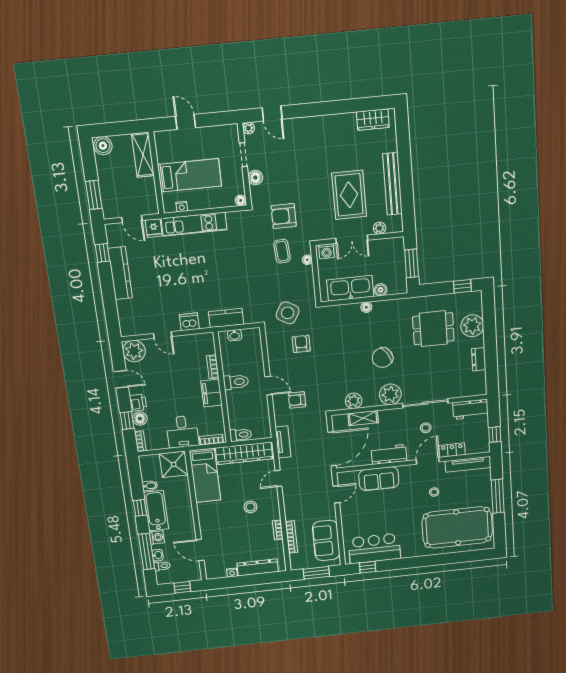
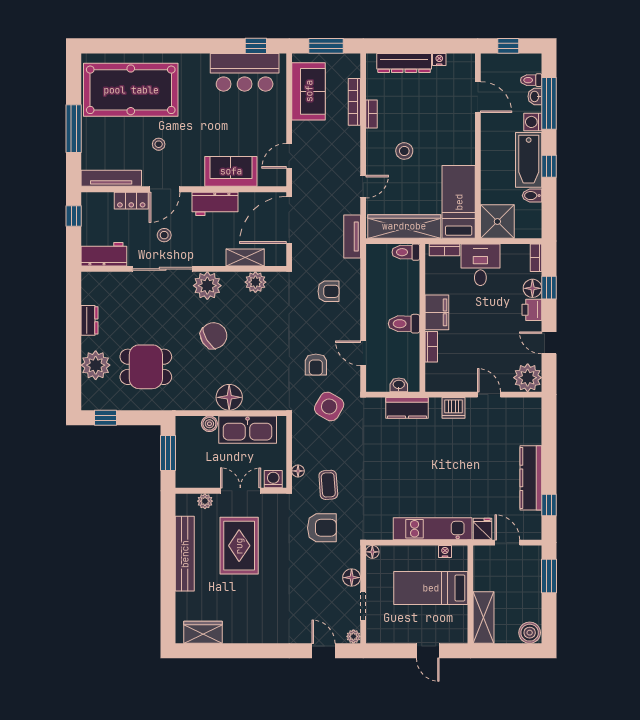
floor lamp: (366, 307) -> (229, 397), width x1.89, depth x1.89
door: (268, 386) -> (363, 353), moved

